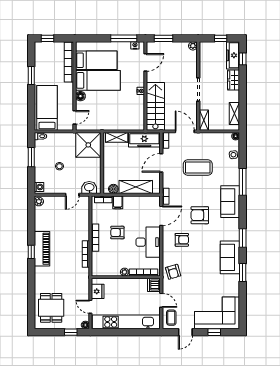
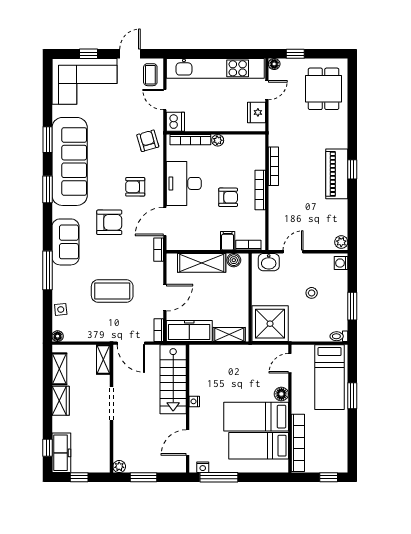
window: (163, 38) -> (143, 477), moved
window: (31, 76) -> (352, 396), moved
wardrobe: (234, 80) -> (61, 401), moved
sofa: (230, 257) -> (70, 161), width x1.85, depth x1.27
door: (90, 307) -> (267, 90), hinge flipped

